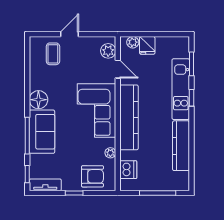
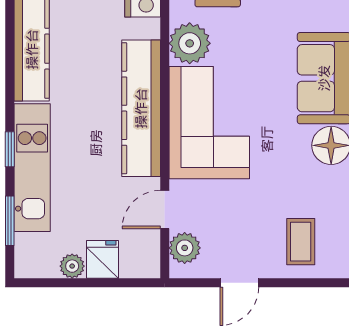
door: (69, 34) -> (239, 283), moved
plant: (133, 42) -> (72, 266), moved
door: (118, 69) -> (165, 210), hinge flipped
plant: (110, 153) -> (190, 43), width x1.88, depth x1.88

